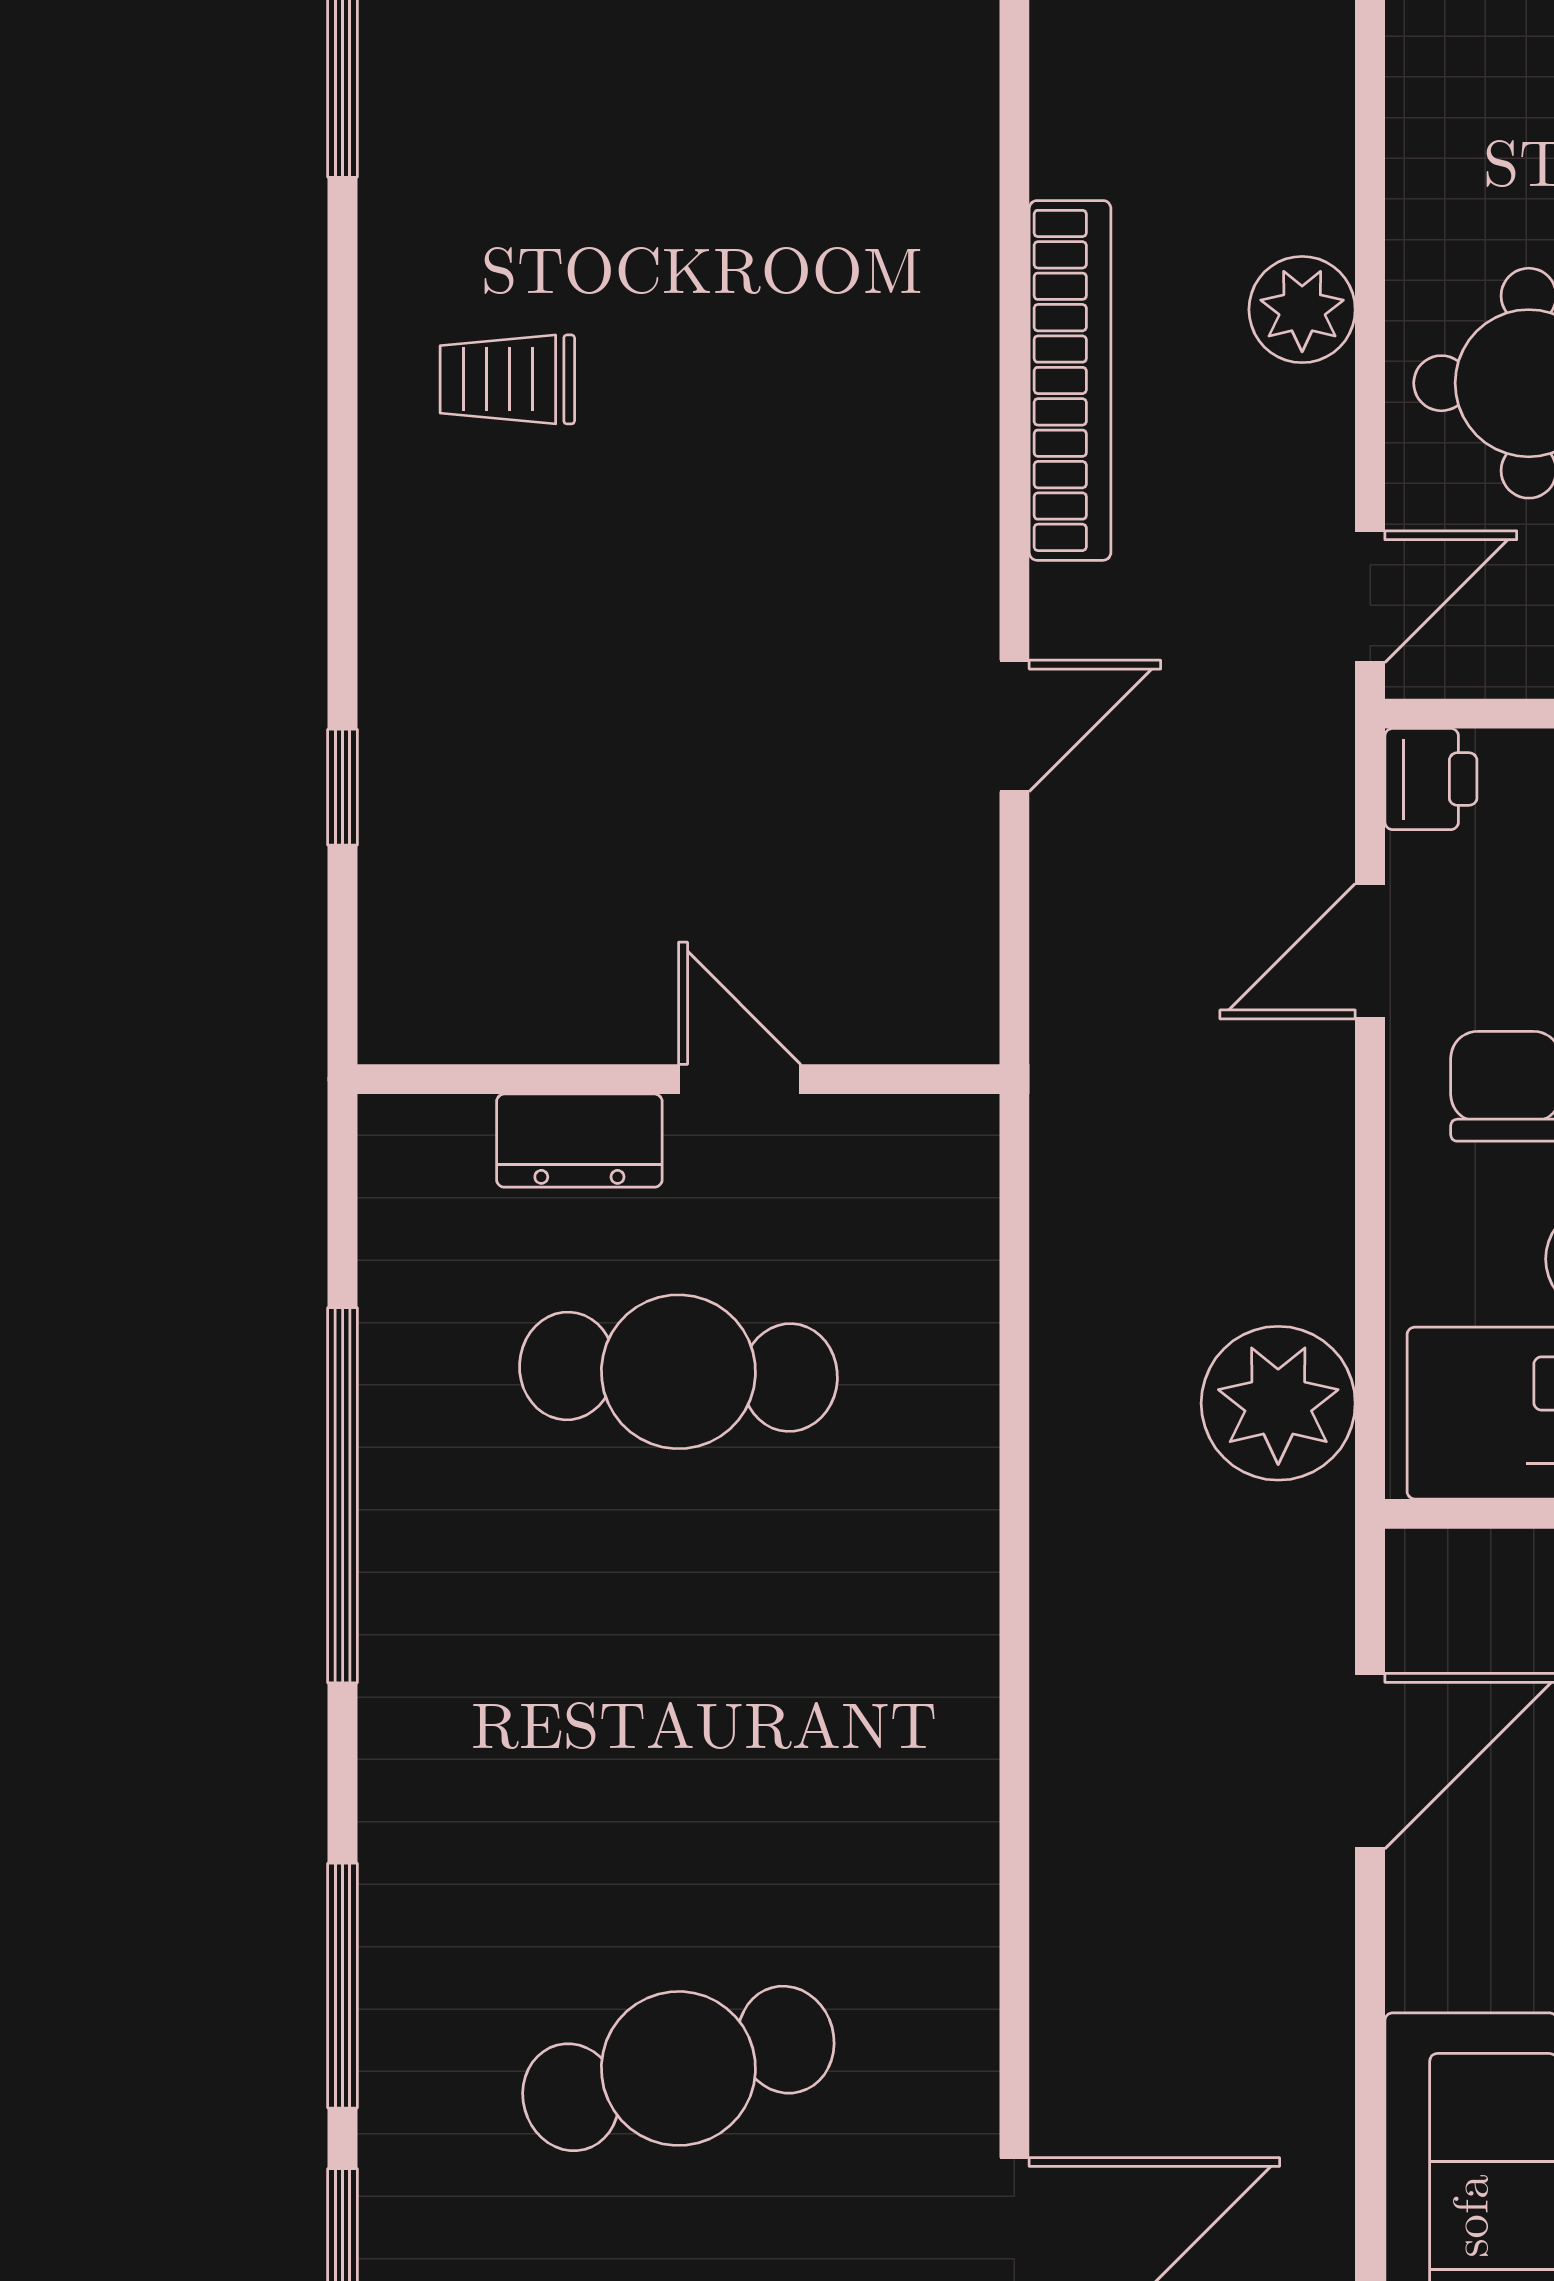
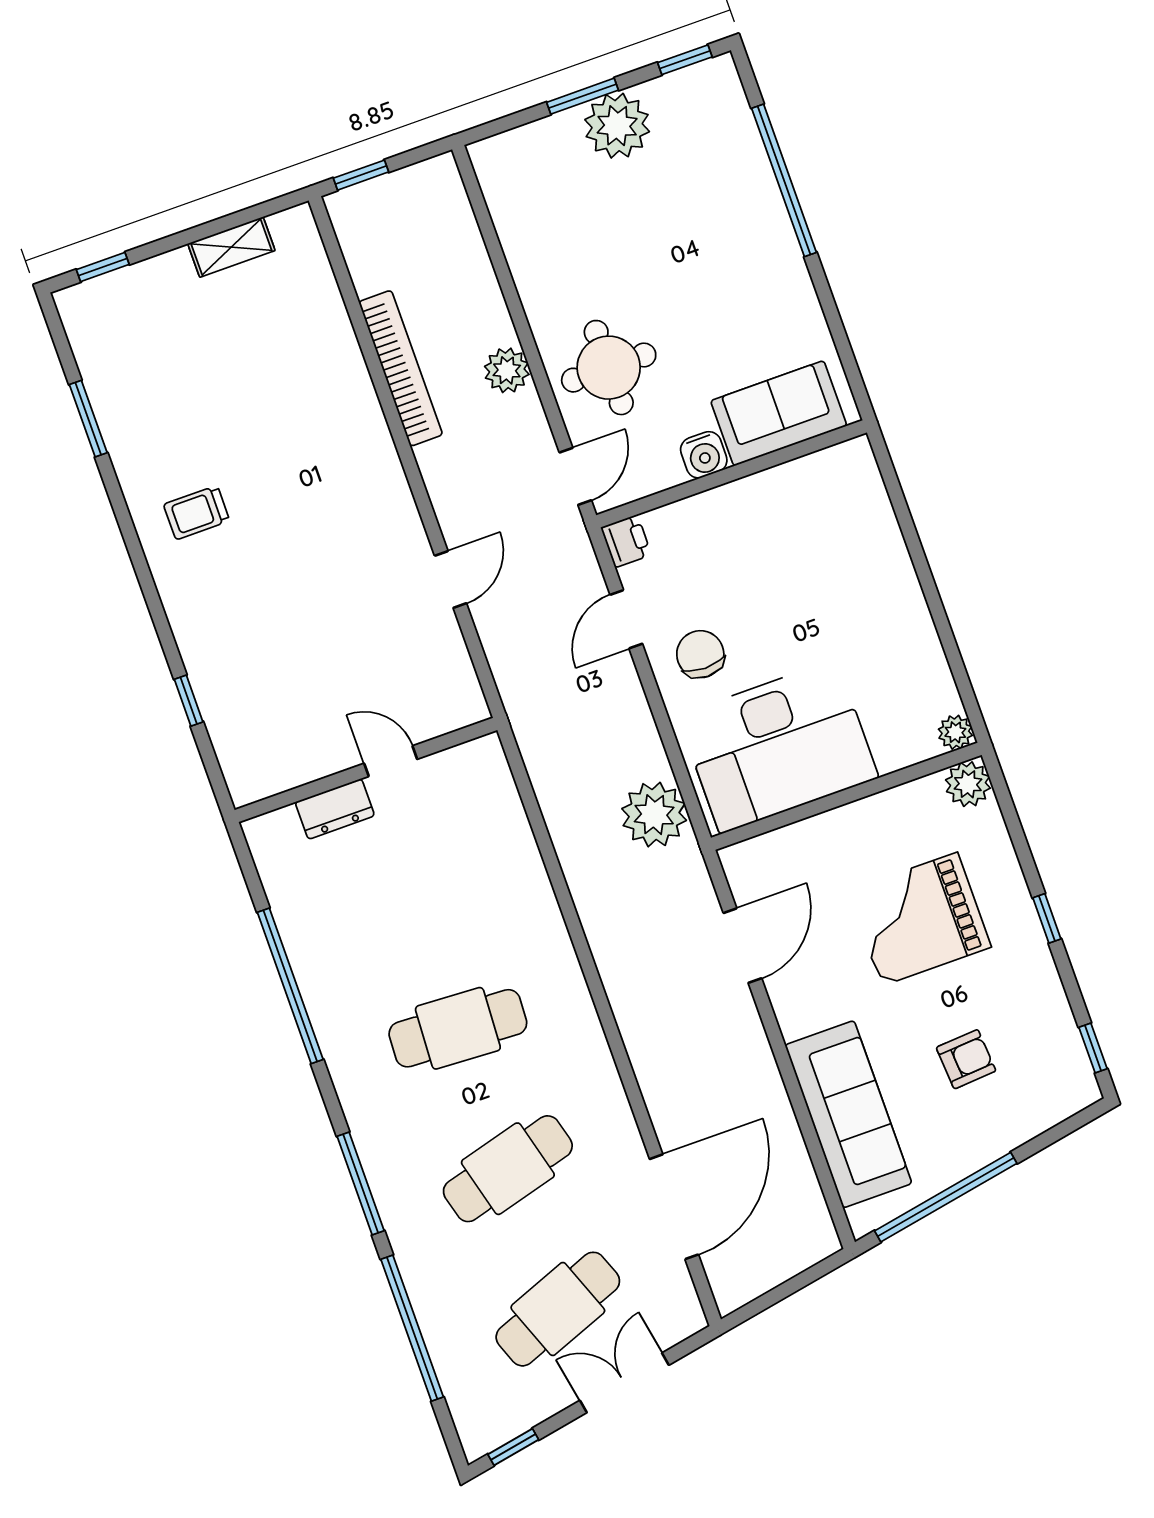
bookcase: (1070, 380) -> (401, 368), moved
cafe table: (678, 1372) -> (458, 1028), moved

